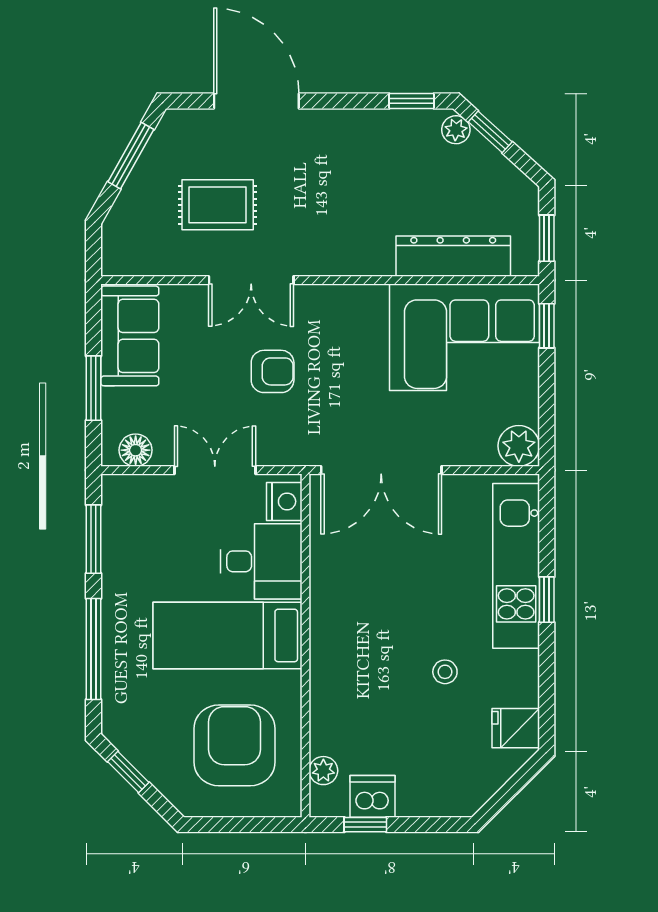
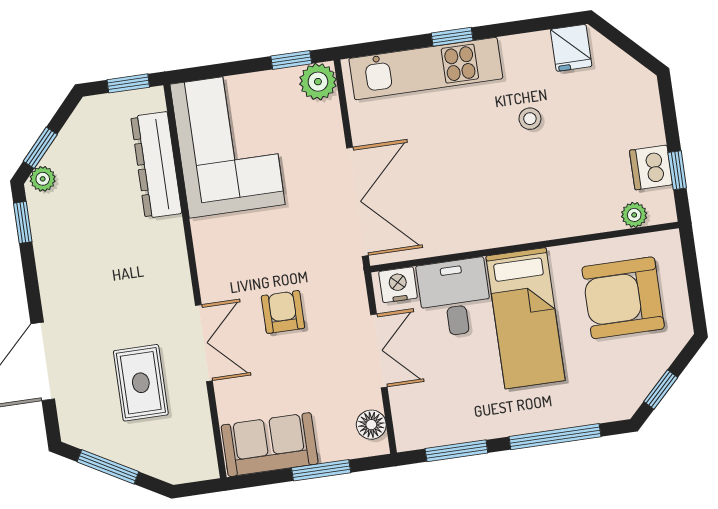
window: (547, 326) -> (291, 60), moved
double door: (215, 470) -> (379, 351), swing flipped

